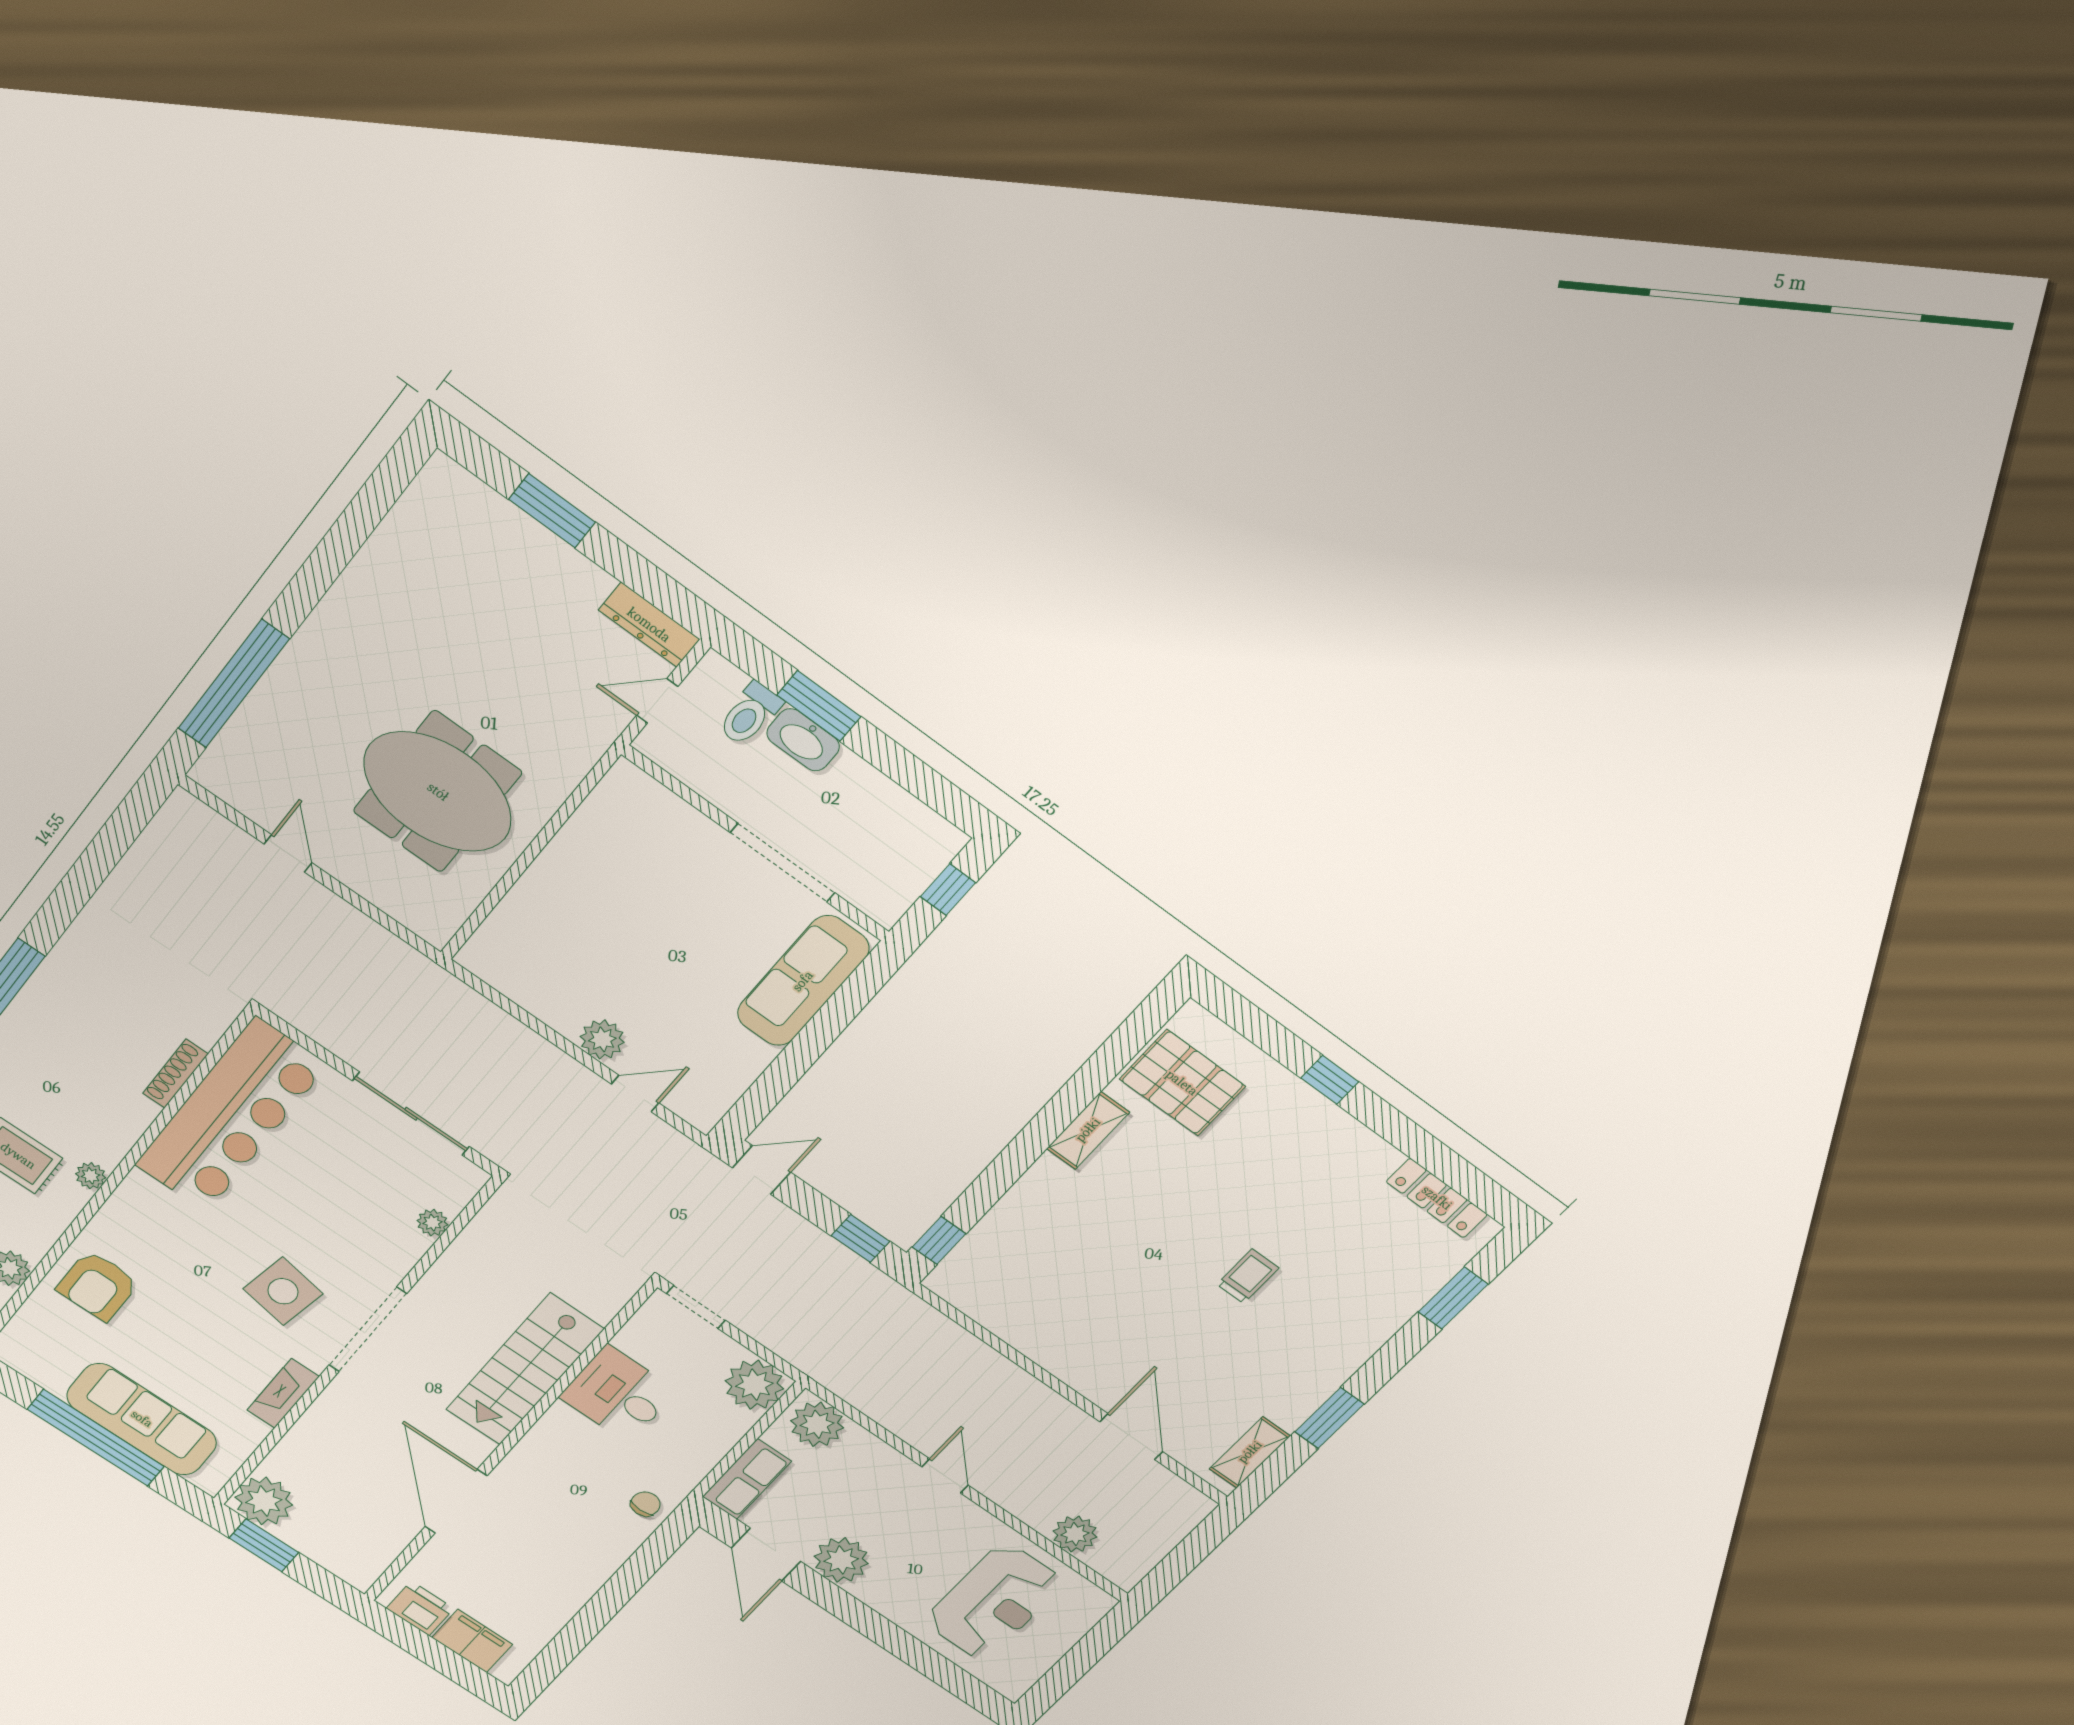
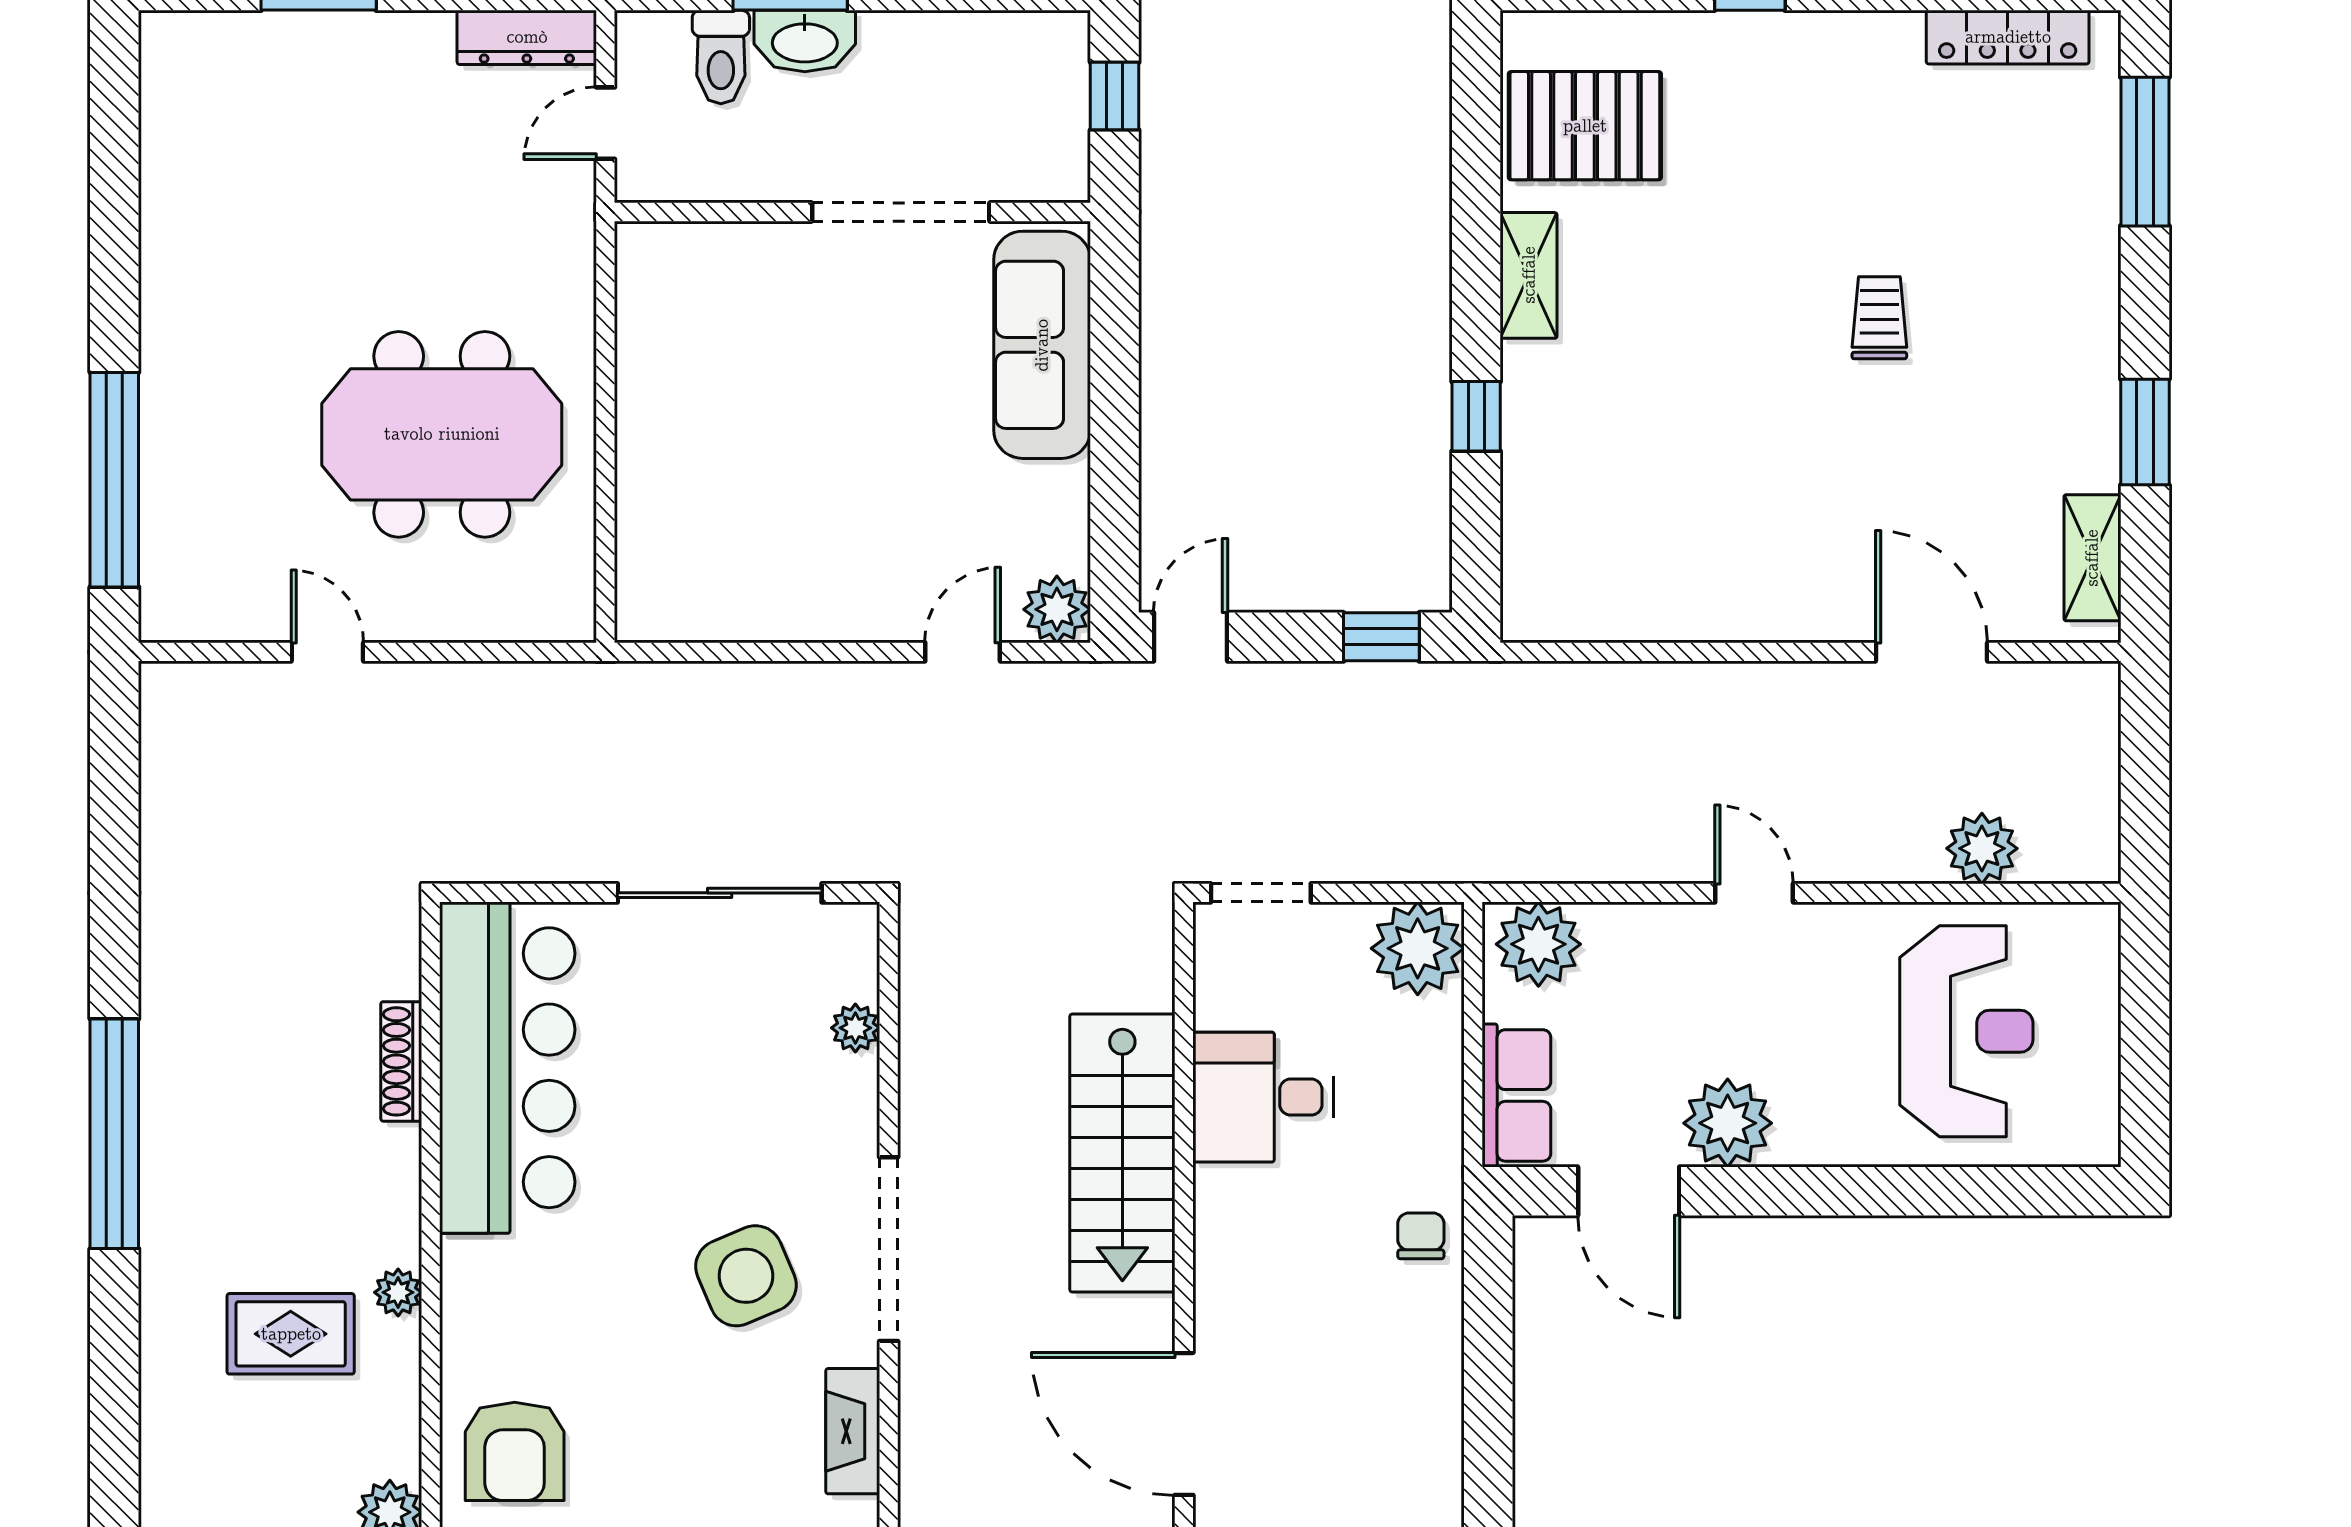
plant: (602, 1039) -> (1057, 609), moved
window: (939, 1240) -> (1476, 416), moved
side table: (283, 1291) -> (746, 1276), turned -33
window: (1453, 1298) -> (2145, 152), width x1.44

